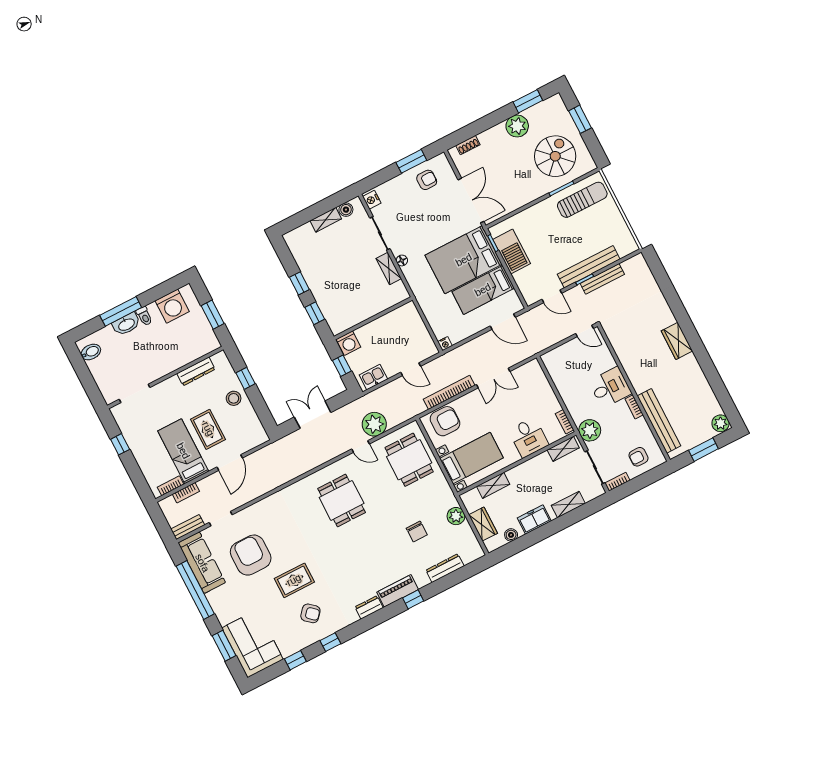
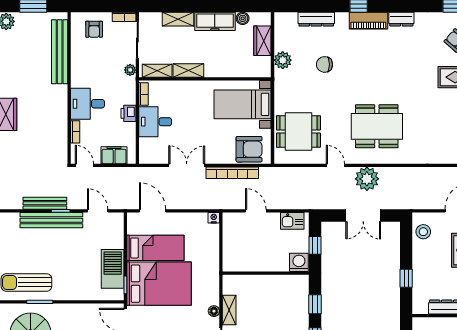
filing cabinet: (563, 354) -> (114, 155), added
stool: (234, 398) -> (423, 232), moved
printer: (569, 398) -> (128, 113), added
bookcase: (634, 407) -> (75, 132), moved
armchair: (445, 421) -> (249, 149), turned 180
plant: (374, 424) -> (367, 179), moved
plant: (590, 430) -> (130, 70), width x0.53, depth x0.53
desk: (529, 437) -> (155, 122), moved, turned -90
armchair: (639, 457) -> (94, 29), turned 90
dining table: (409, 460) -> (298, 131), turned 90
shelving: (493, 485) -> (188, 70), moved
dining table: (342, 500) -> (377, 126), width x1.38
freezer: (534, 519) -> (215, 21), width x1.40
chair: (417, 532) -> (324, 64), turned -90

